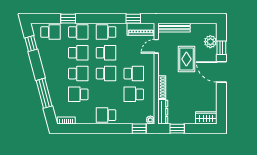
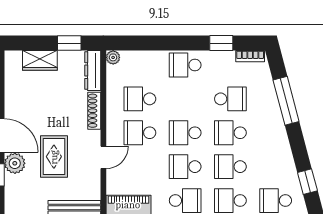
plant: (210, 42) -> (15, 163), moved
door: (156, 46) -> (103, 157), moved
school desk: (134, 94) -> (140, 99), turned 180
school desk: (106, 115) -> (185, 65), turned 180
wardrobe: (206, 118) -> (40, 60), moved
window: (139, 129) -> (221, 43), moved

